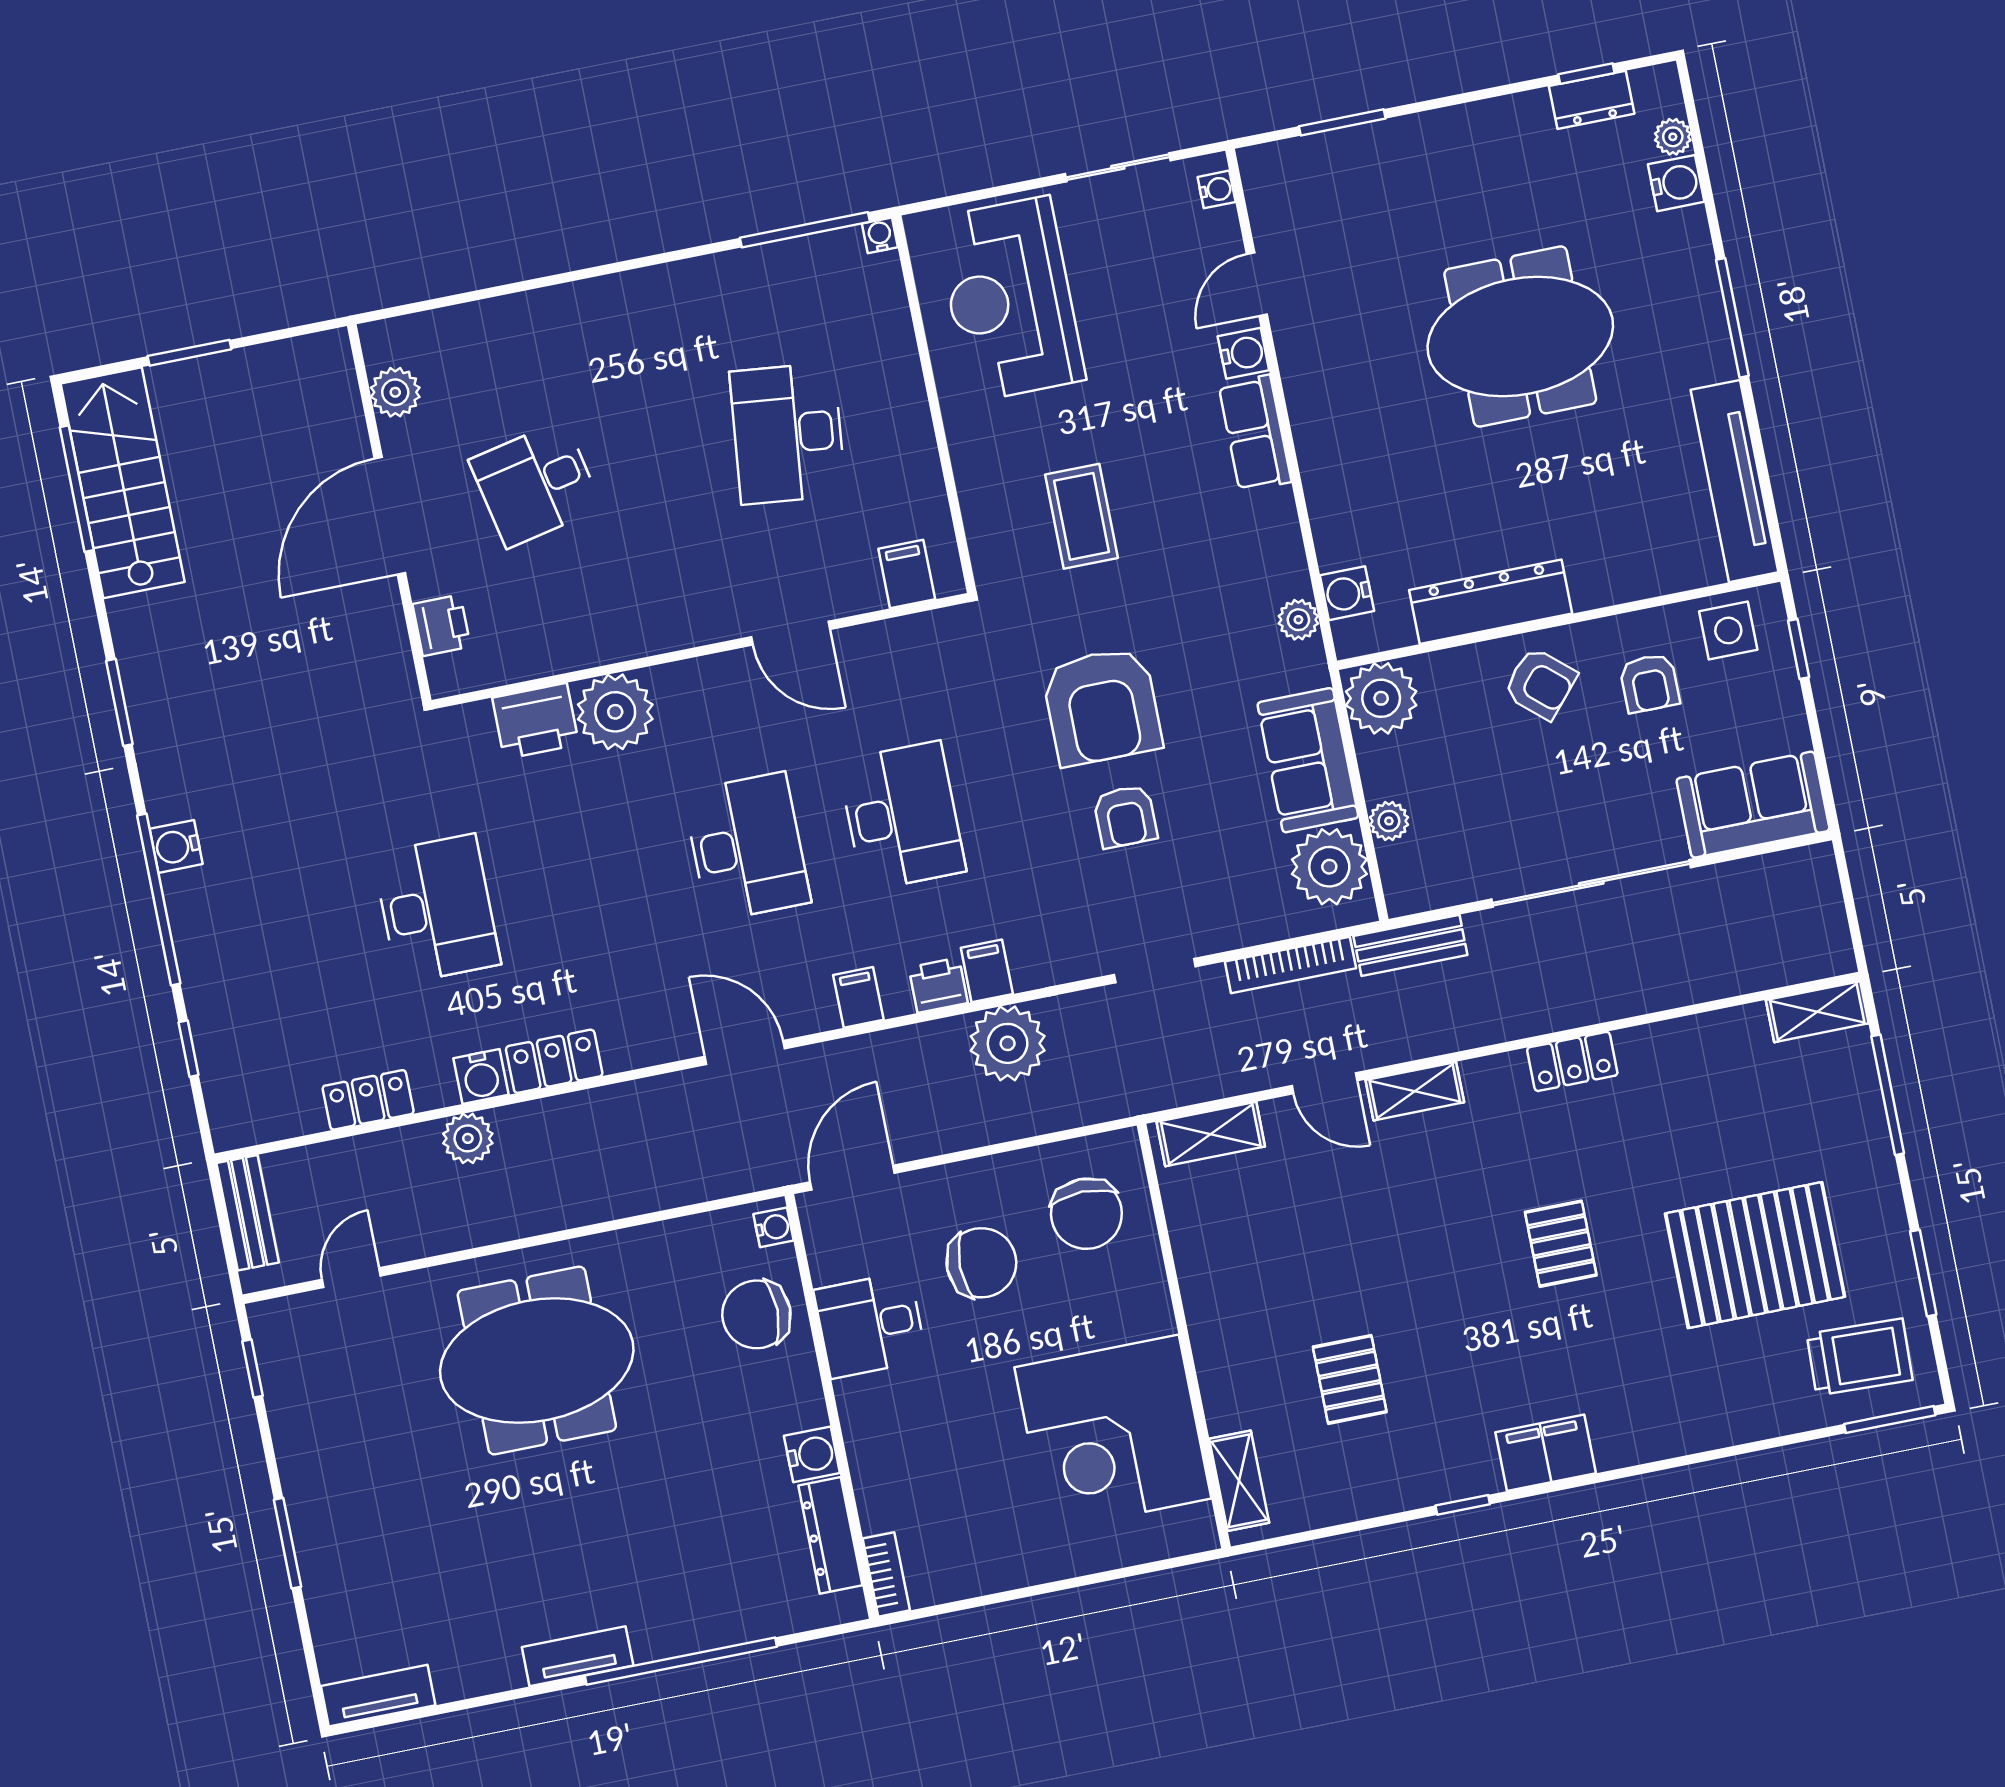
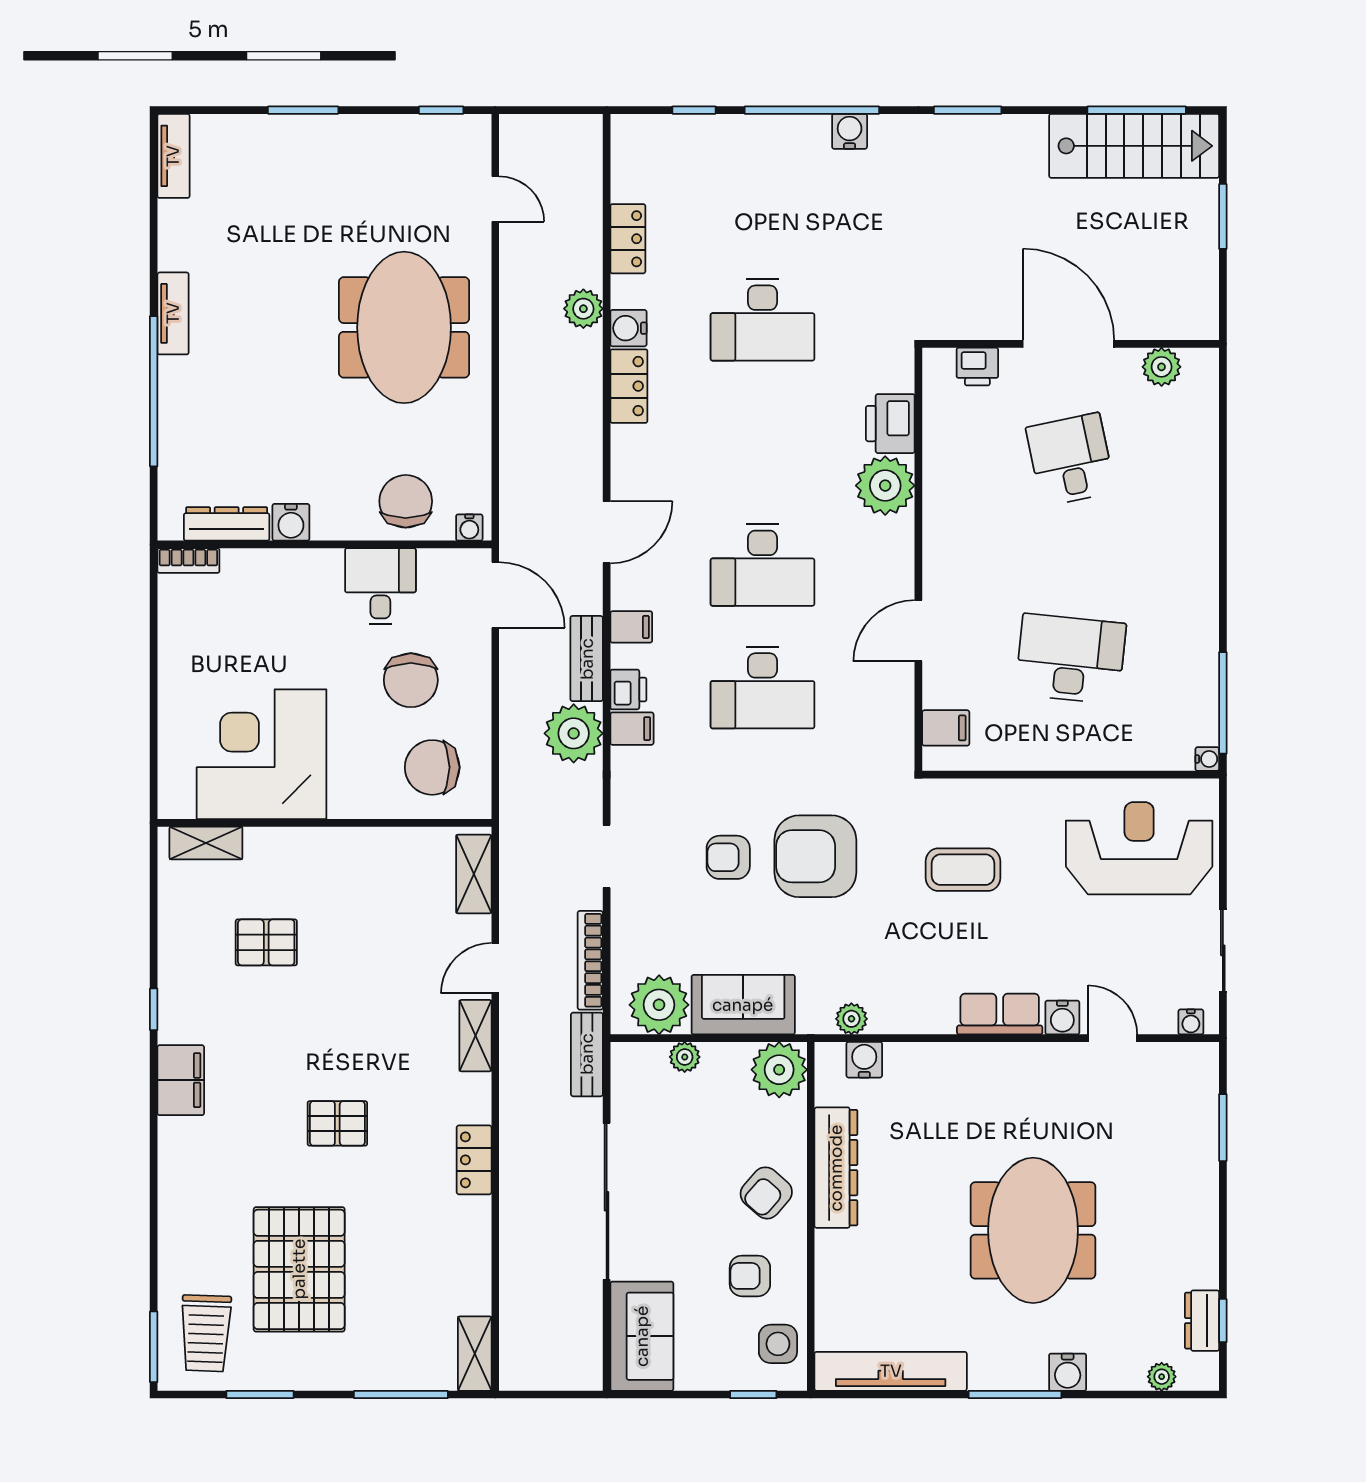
water cooler: (1676, 183) -> (1068, 1372), moved
bench: (248, 1213) -> (587, 659), moved, turned 90

